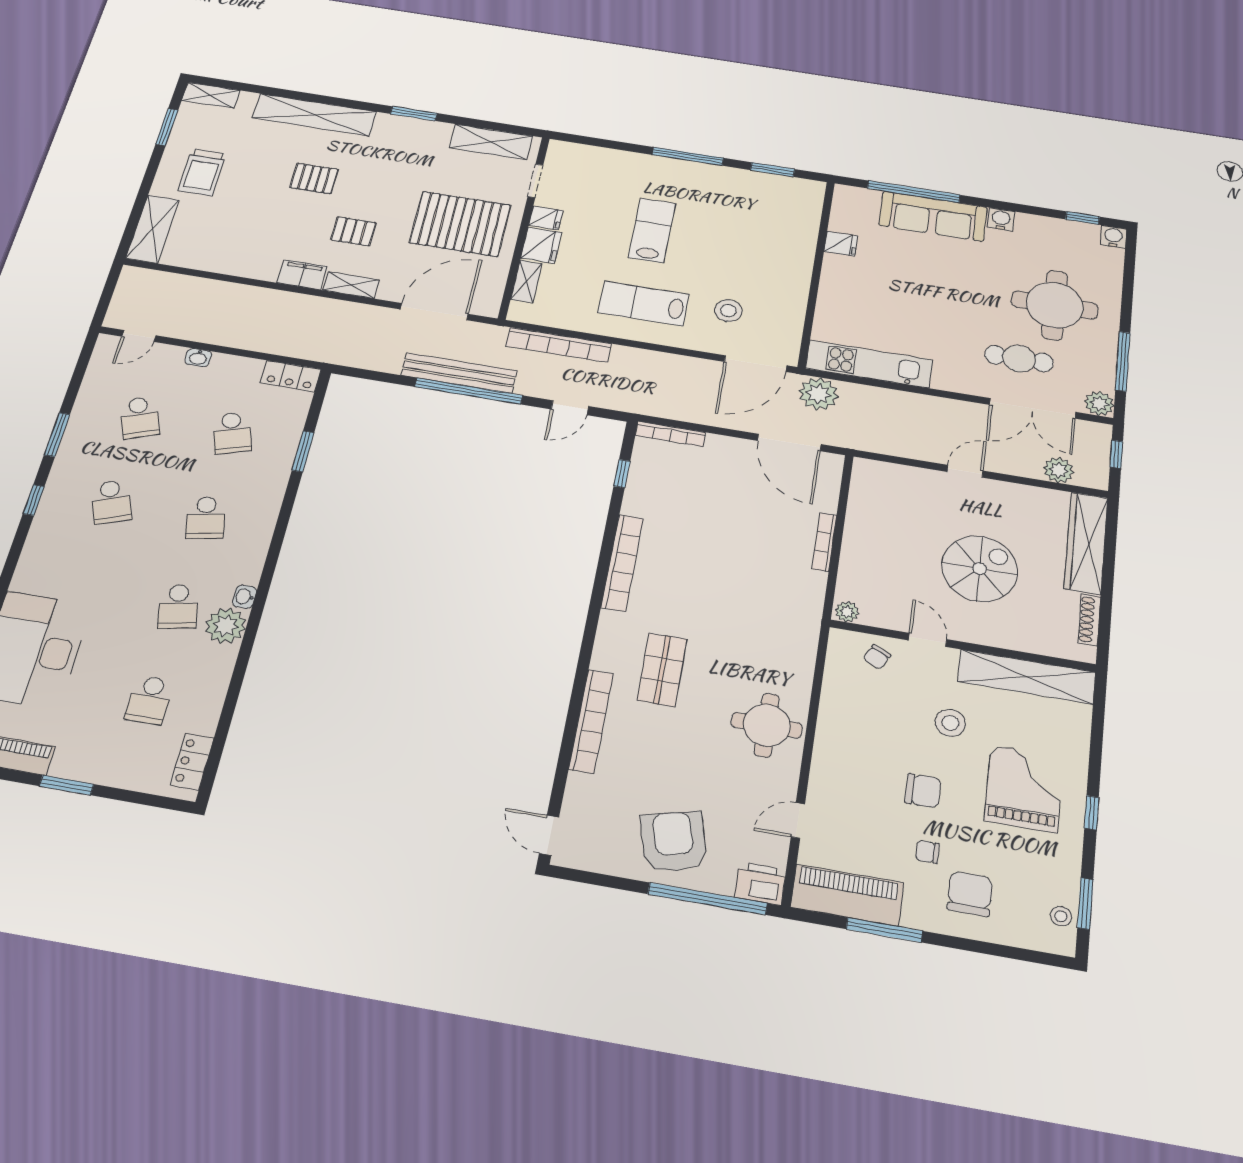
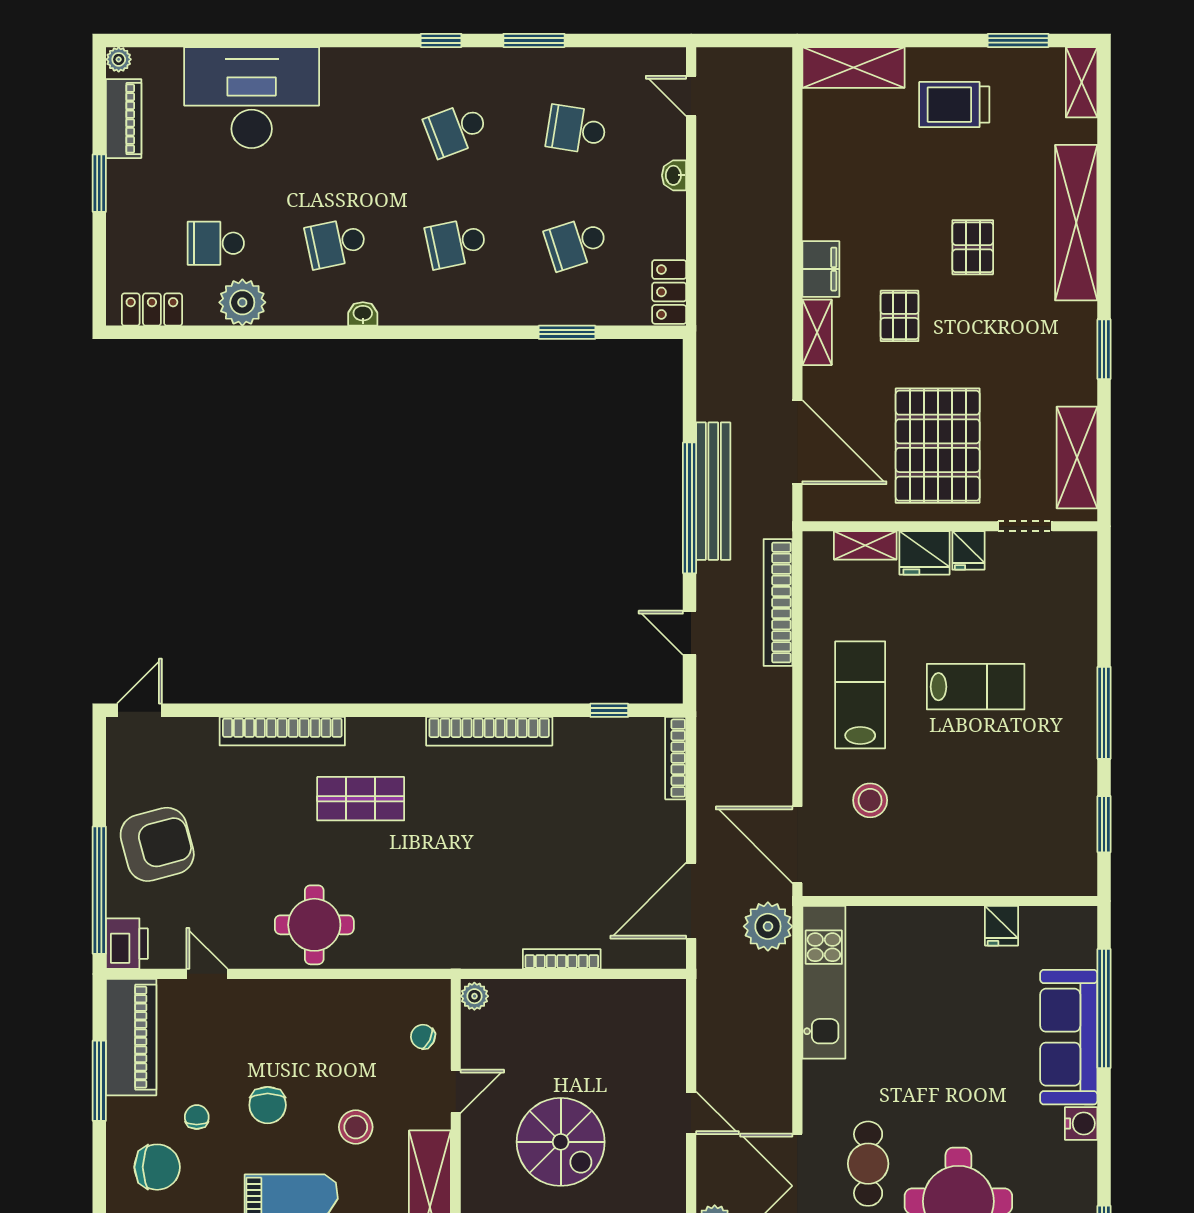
school desk: (140, 417) -> (576, 130), turned 30
plant: (226, 626) -> (242, 302), moved

